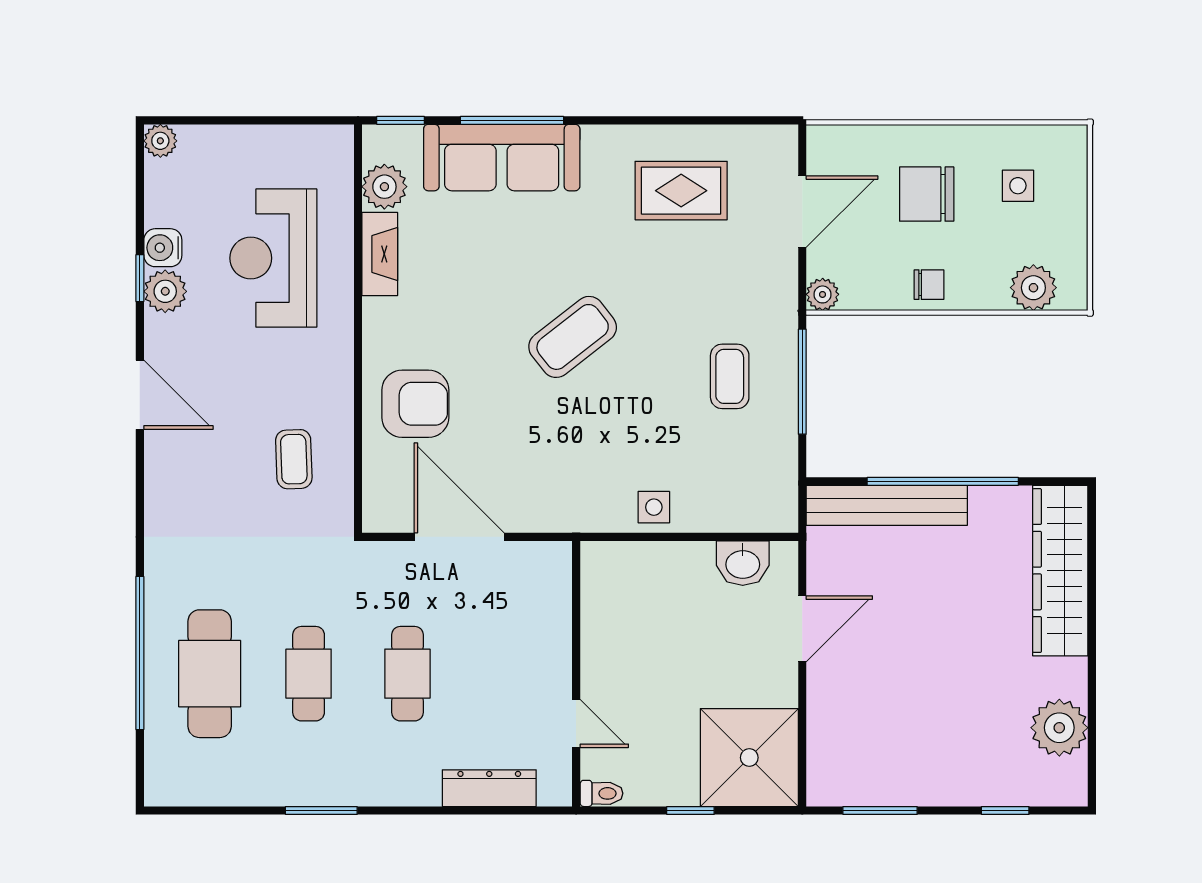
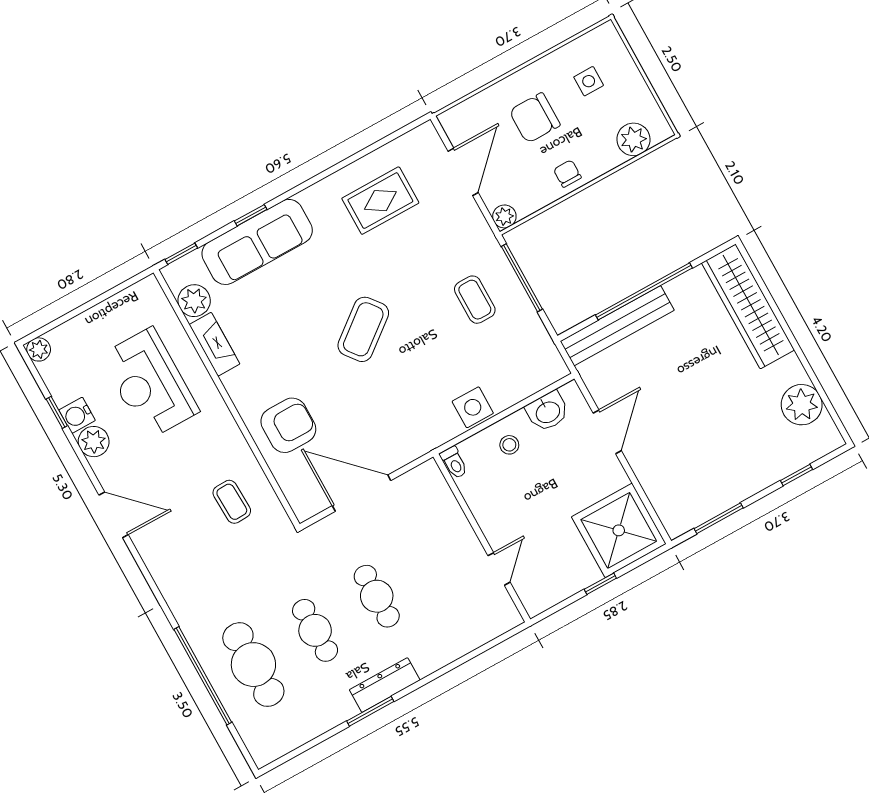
window: (512, 120) -> (251, 215), width x0.46
window: (140, 278) -> (57, 412), moved
chair: (929, 285) -> (567, 174), turned -90
side table: (654, 507) -> (473, 407), width x1.37, depth x1.37
stool: (673, 578) -> (509, 445), added
door: (576, 723) -> (499, 569), hinge flipped
dresser: (489, 788) -> (385, 685), moved
toilet: (602, 793) -> (454, 463), moved, turned 90

